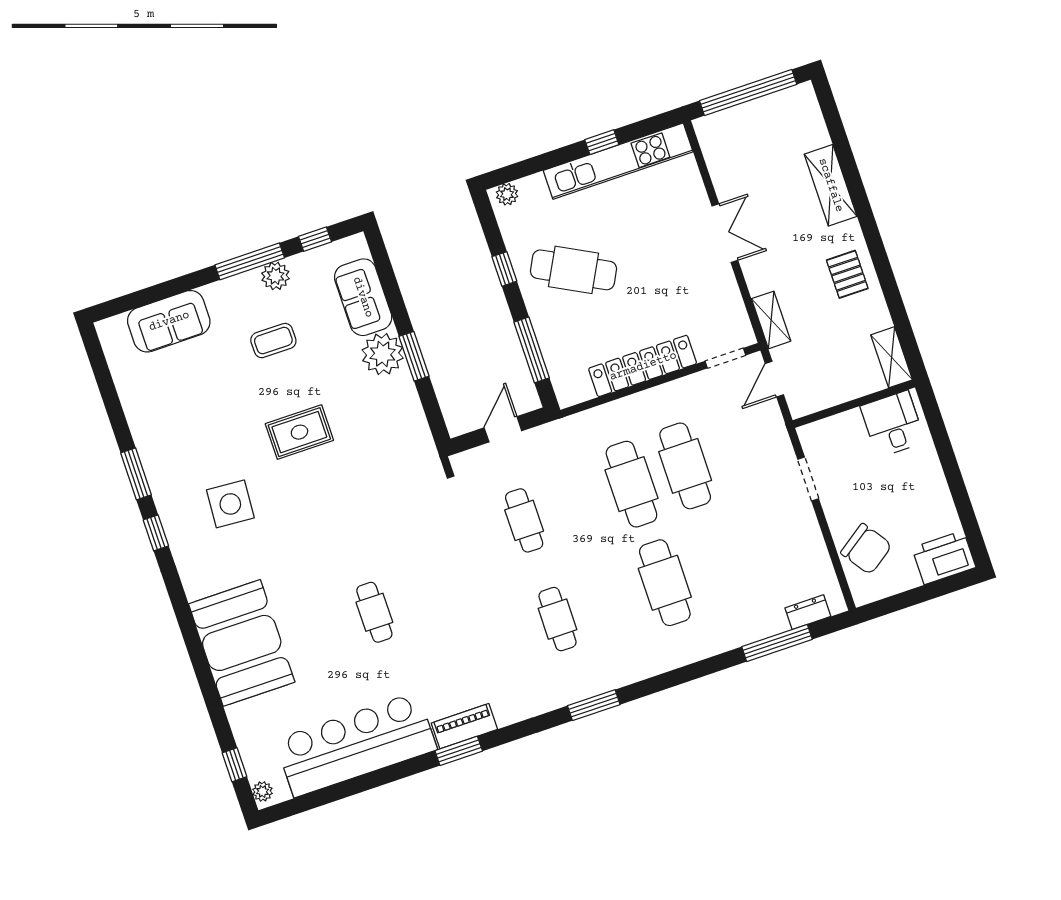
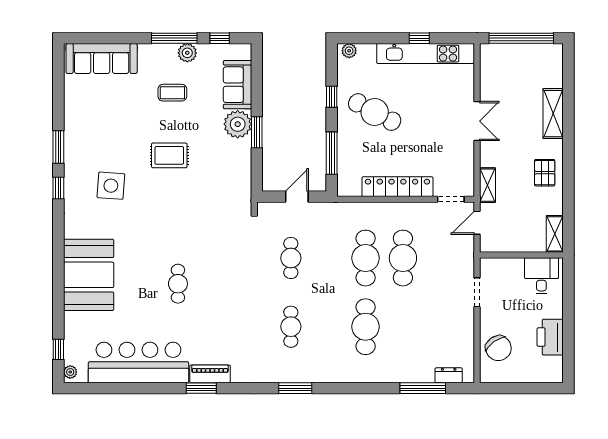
sofa: (169, 321) -> (102, 59), width x1.36
printer: (944, 558) -> (550, 337), moved, turned -90

